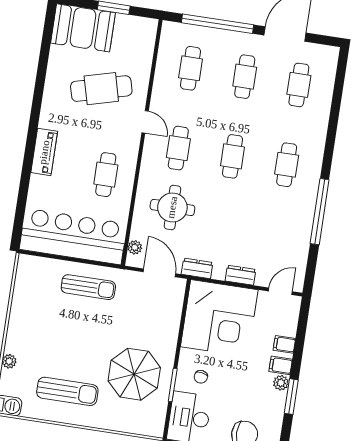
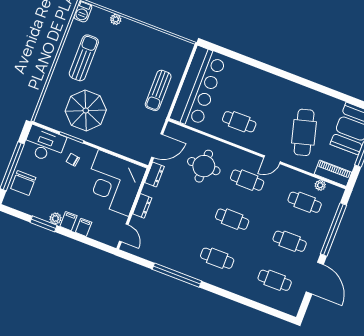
piano: (44, 152) -> (333, 173), moved, turned 180
plant: (135, 247) -> (320, 185), moved
sun lounger: (67, 391) -> (84, 58), turned 180

